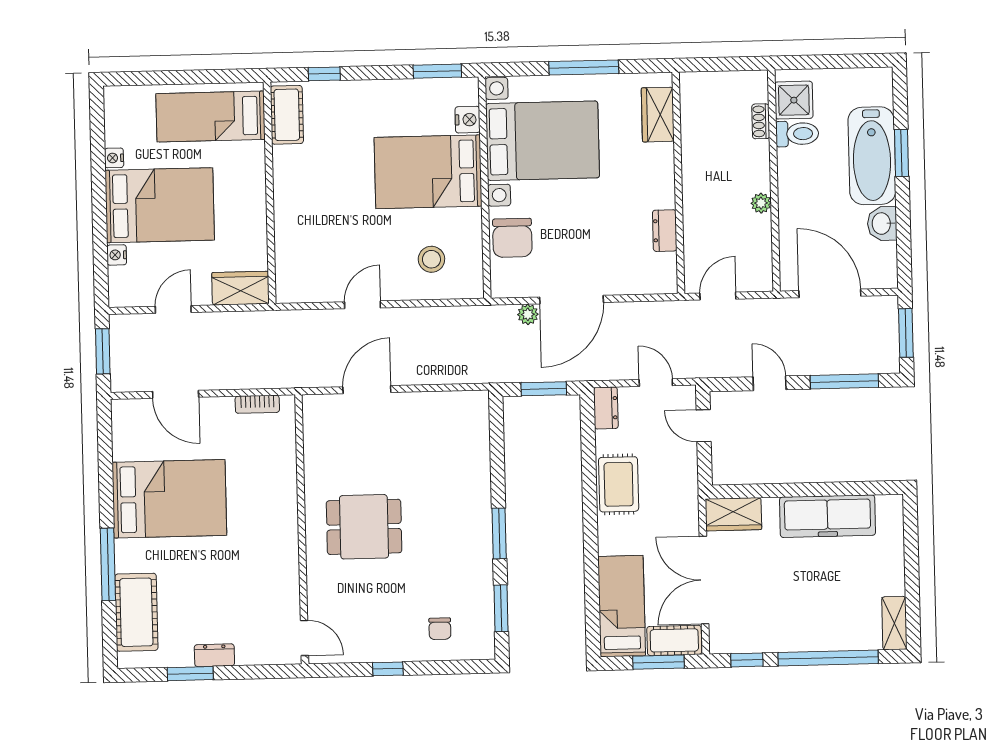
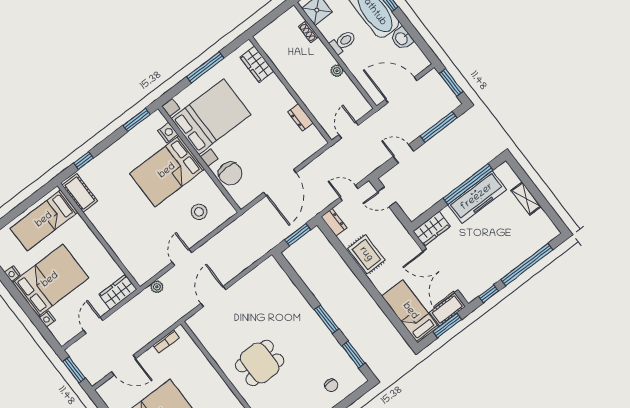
toilet: (797, 134) -> (343, 42), moved
plant: (528, 314) -> (157, 287), moved
window: (828, 489) -> (468, 184), added
shelving: (894, 623) -> (526, 199), moved

